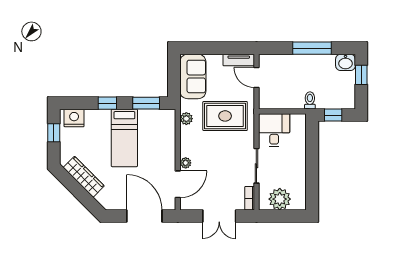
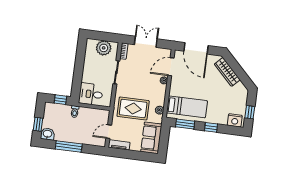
door: (256, 78) -> (109, 132), swing flipped
desk: (274, 130) -> (91, 94), moved, turned 90
bed: (124, 138) -> (187, 107), moved, turned 90
wardrobe: (84, 177) -> (227, 72), moved

